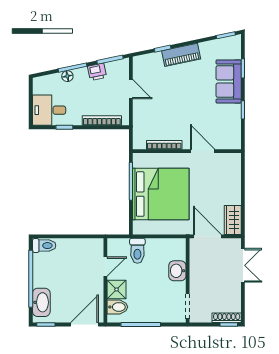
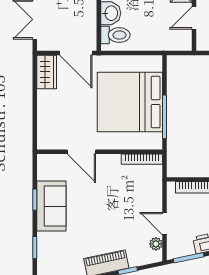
plant: (138, 72) -> (156, 244), added
sofa: (229, 82) -> (51, 206), moved
bookcase: (164, 145) -> (142, 159), moved
toilet: (137, 251) -> (115, 35), moved, turned 90

